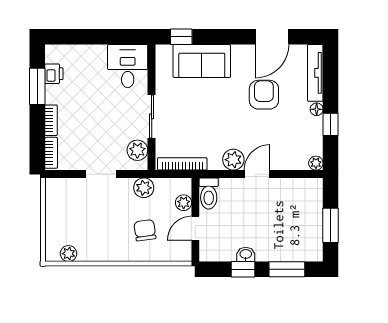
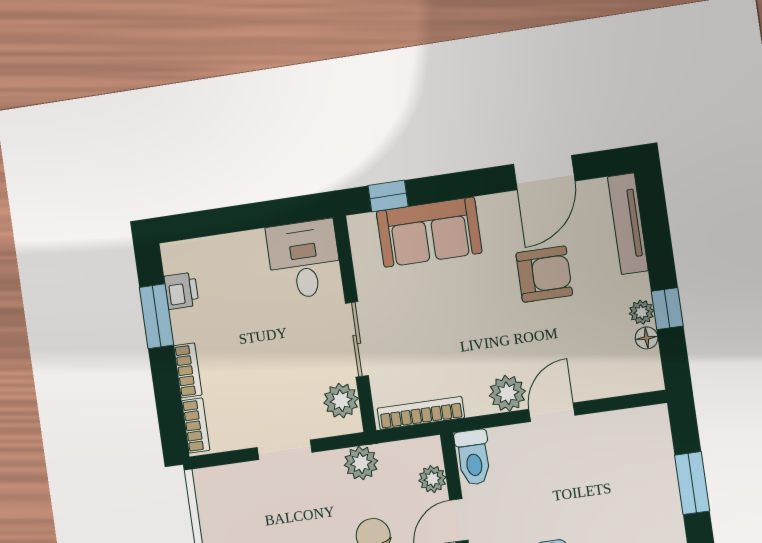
armchair: (264, 95) -> (544, 274), turned 90
floor lamp: (317, 109) -> (647, 338), moved
plant: (316, 163) -> (642, 312), moved

